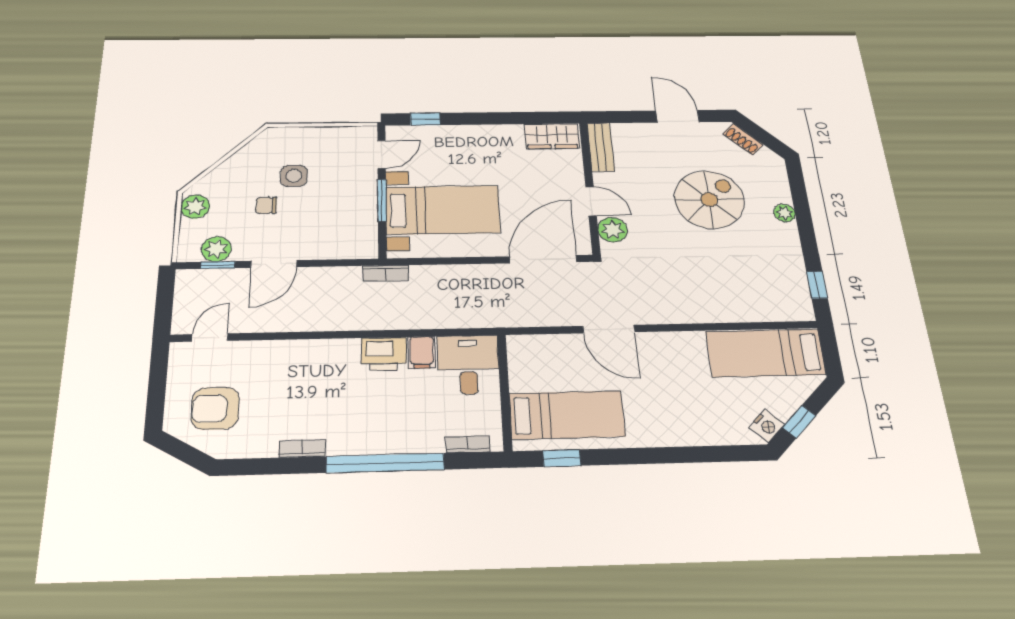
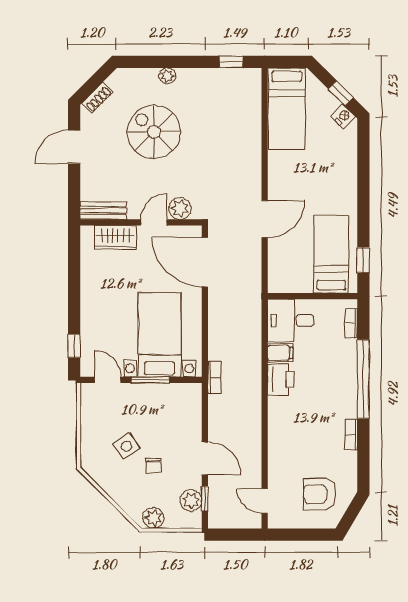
wardrobe: (552, 136) -> (115, 237), moved, turned 90
side table: (294, 176) -> (127, 446), turned -34
armchair: (215, 408) -> (320, 494), turned 90

